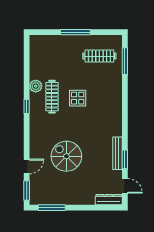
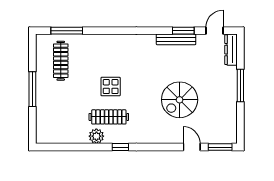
window: (52, 208) -> (240, 86), moved

